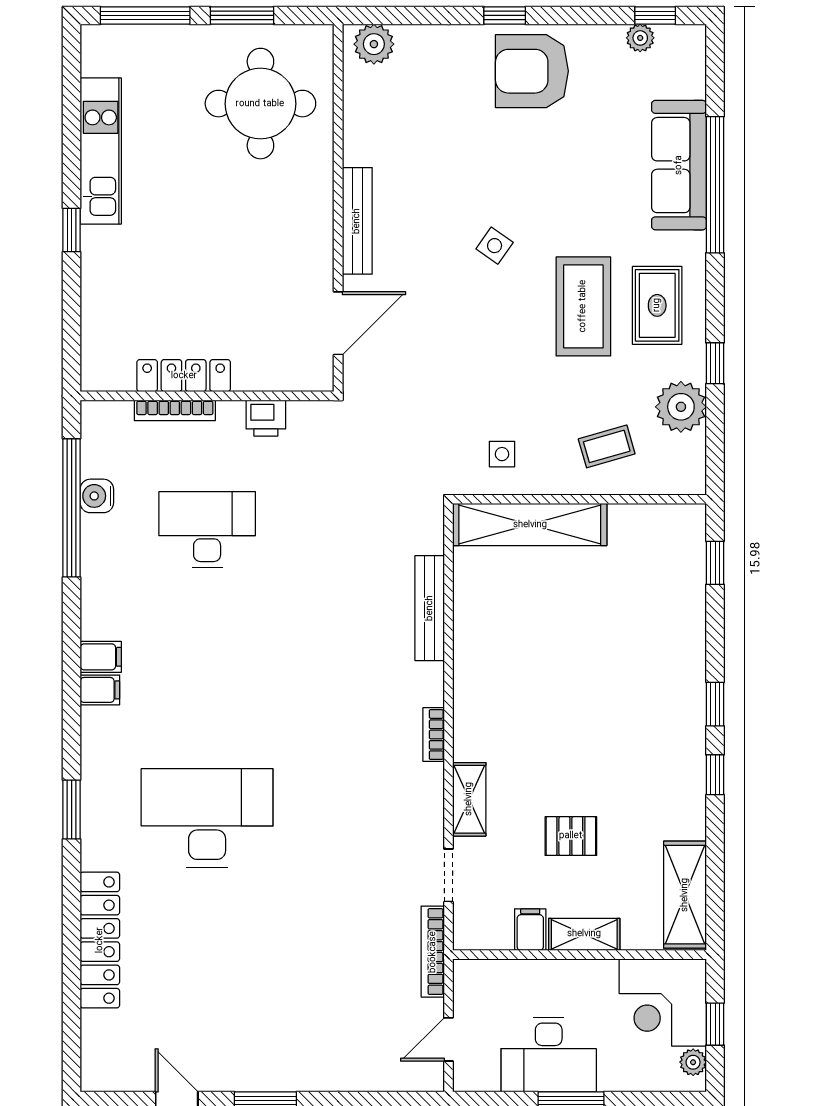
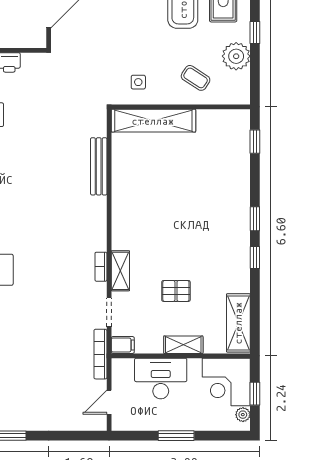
coffee table: (607, 446) -> (196, 78), turned 49
bookcase: (434, 735) -> (101, 267), moved
filing cabinet: (530, 930) -> (123, 345), moved, turned 90
desk: (549, 1055) -> (161, 378), moved, turned 180

